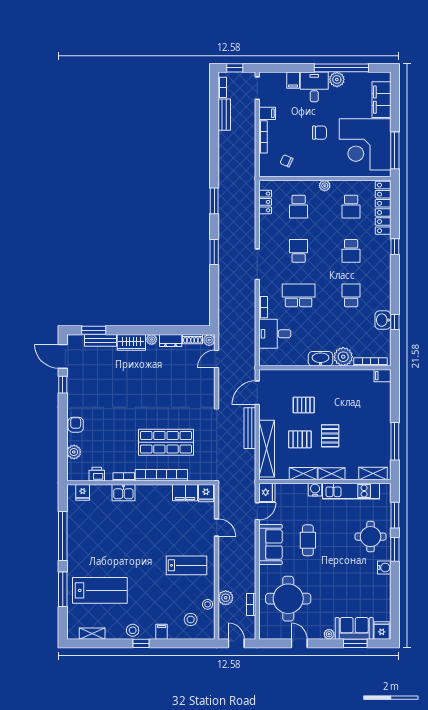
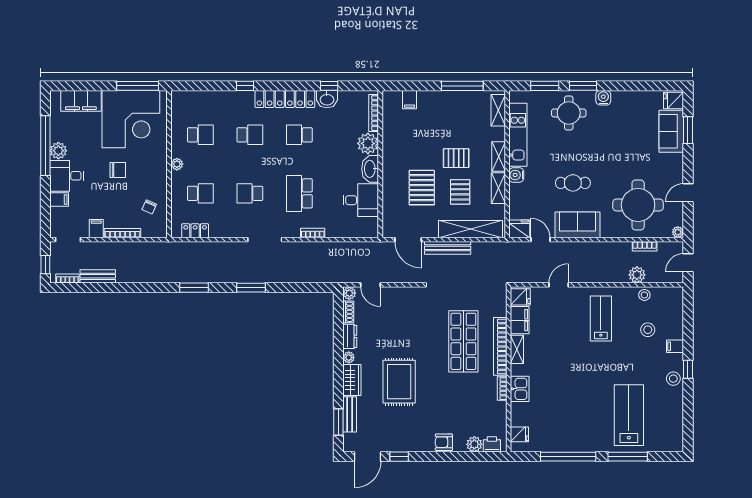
chair: (319, 133) -> (118, 170), turned 90
locker: (383, 208) -> (285, 99), moved
desk: (275, 334) -> (361, 200), moved, turned -90
filing cabinet: (382, 376) -> (410, 100), moved
rug: (130, 385) -> (399, 382), added
pallet: (304, 405) -> (422, 188), width x1.50, depth x1.42
printer: (97, 474) -> (492, 444), moved, turned 90
stool: (191, 619) -> (648, 330), moved
shelving: (92, 634) -> (517, 349), moved
plant: (329, 634) -> (678, 232), moved

